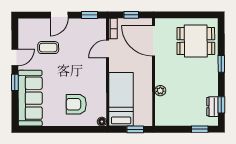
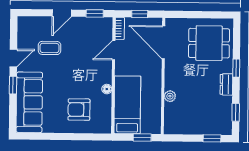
dresser: (212, 107) -> (226, 84), moved
floor lamp: (102, 122) -> (107, 89), moved

